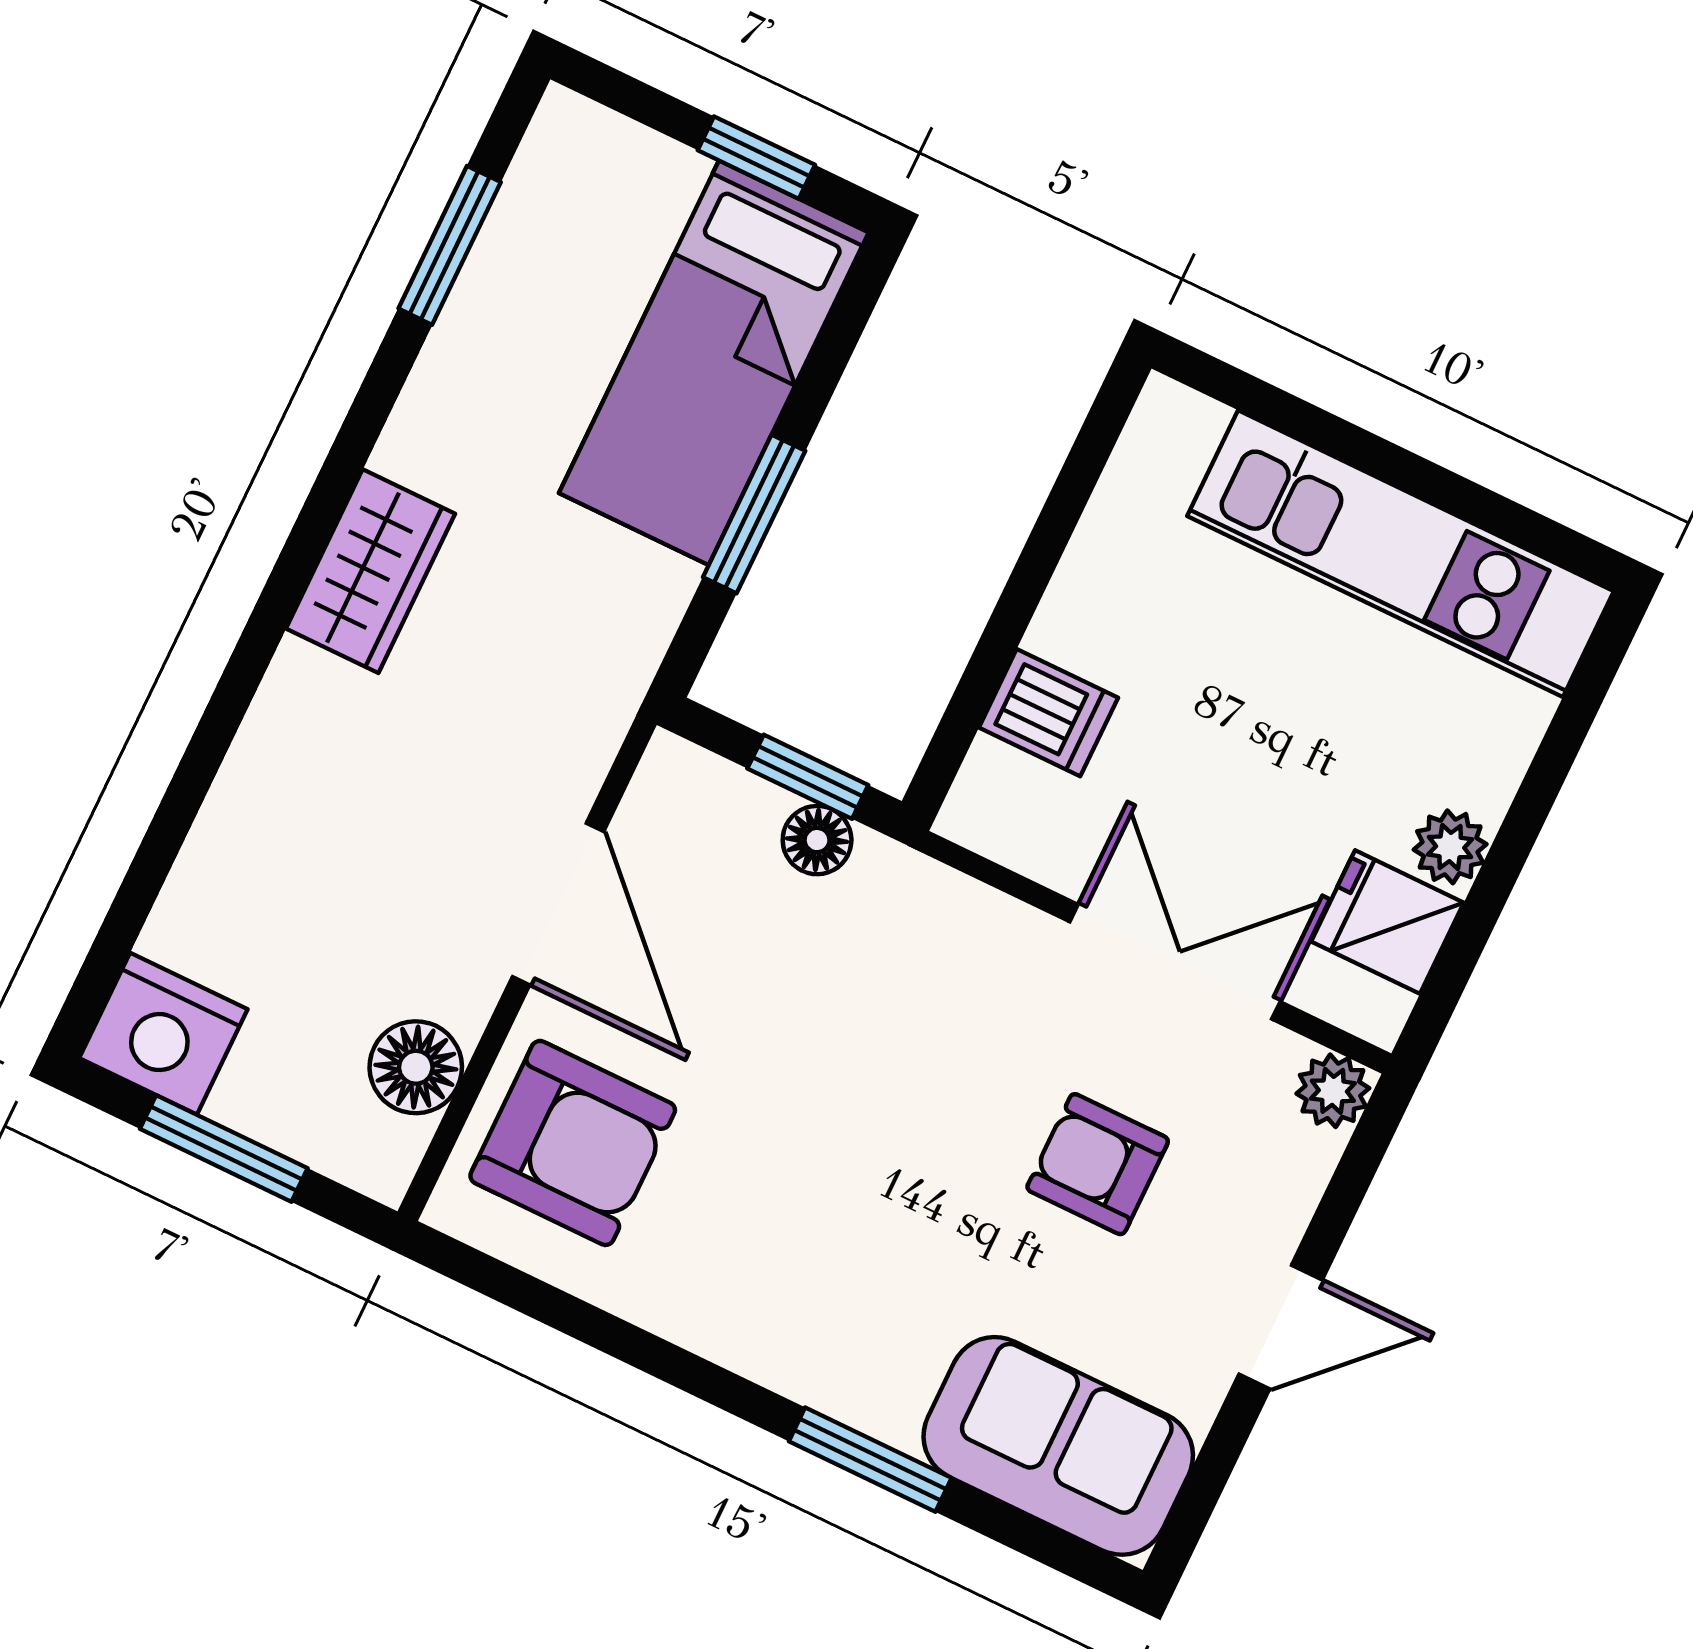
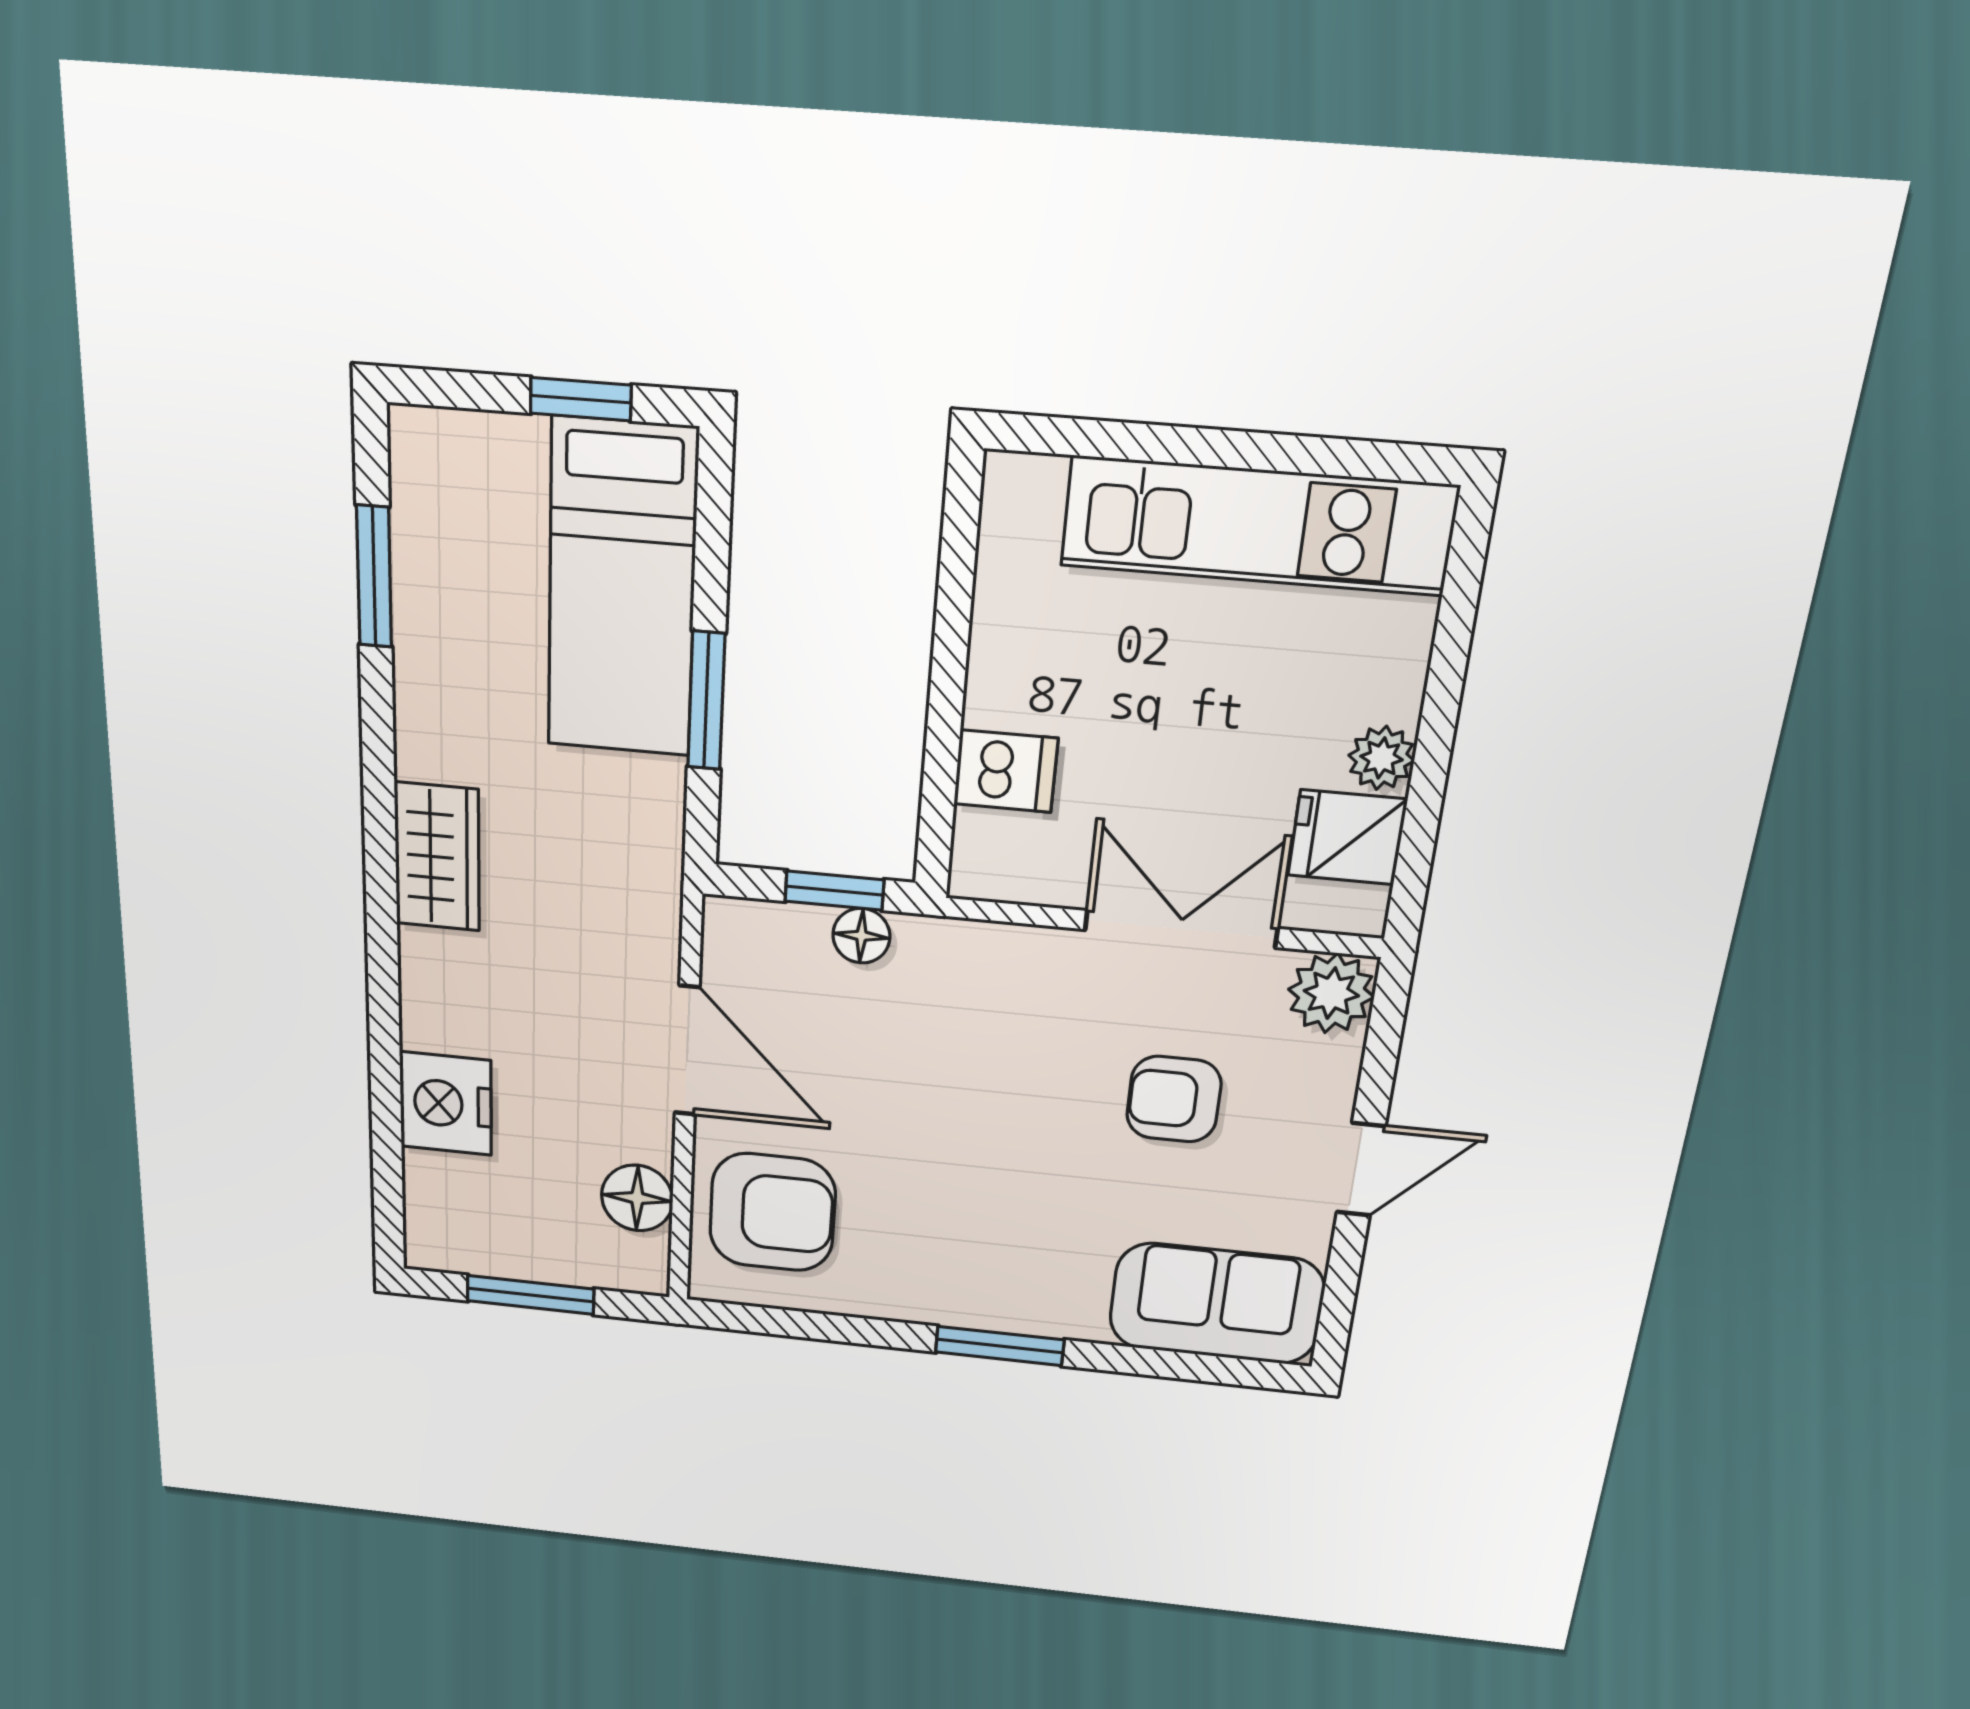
nightstand: (163, 1034) -> (446, 1104), moved, turned 90
plant: (1333, 1091) -> (1331, 993), width x1.38, depth x1.38
window: (870, 1460) -> (1000, 1346), moved

